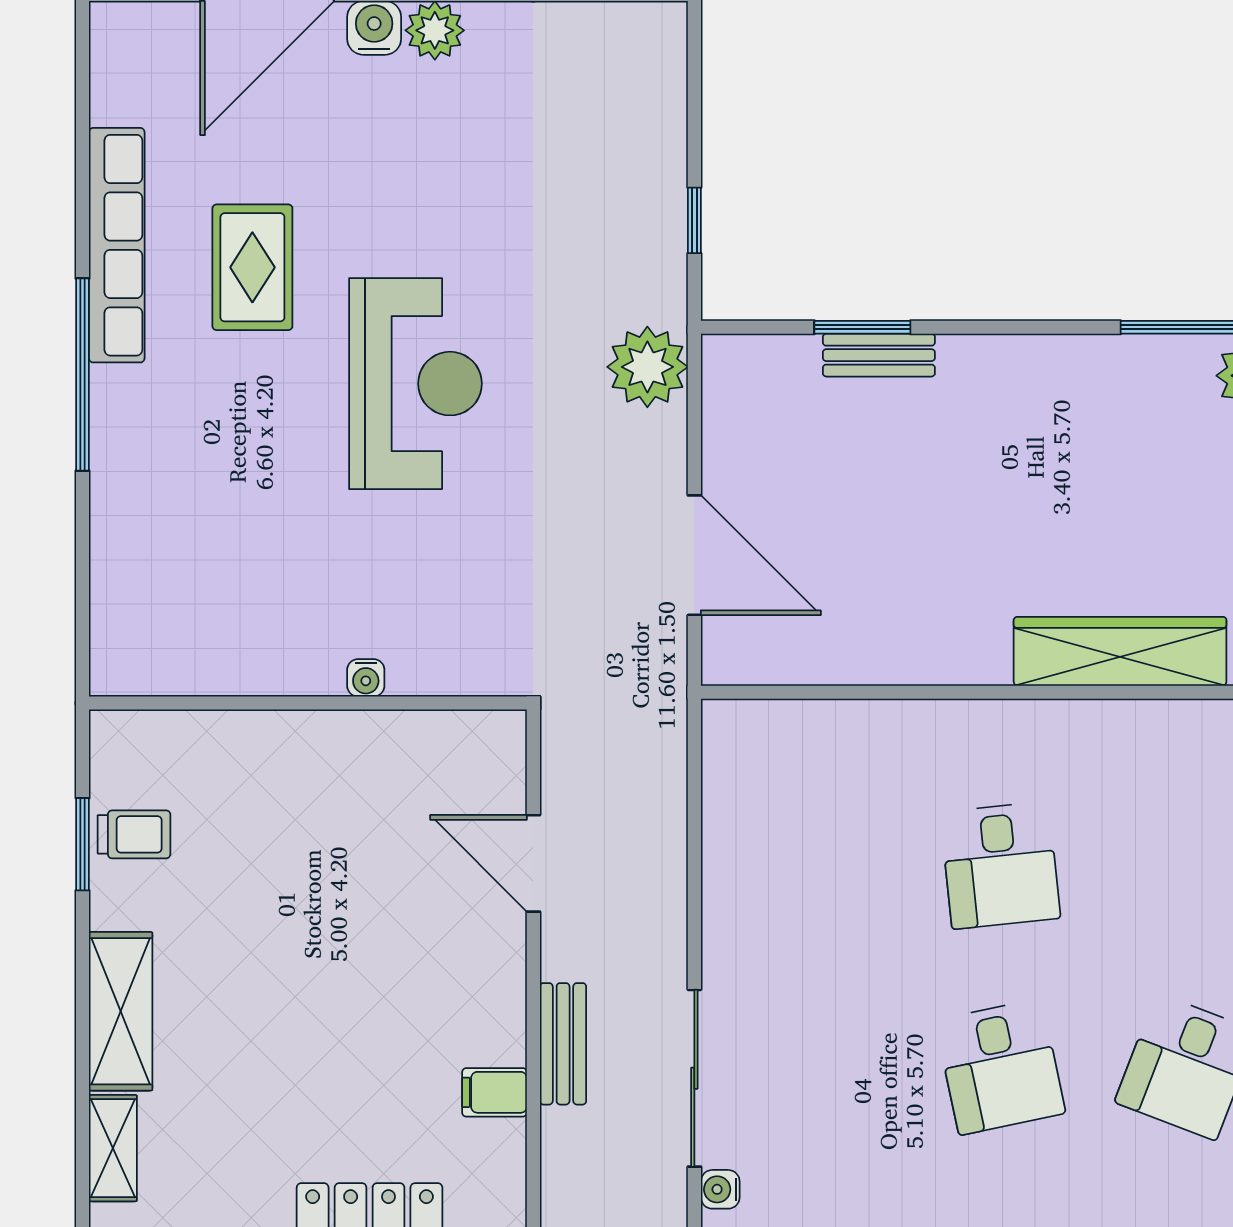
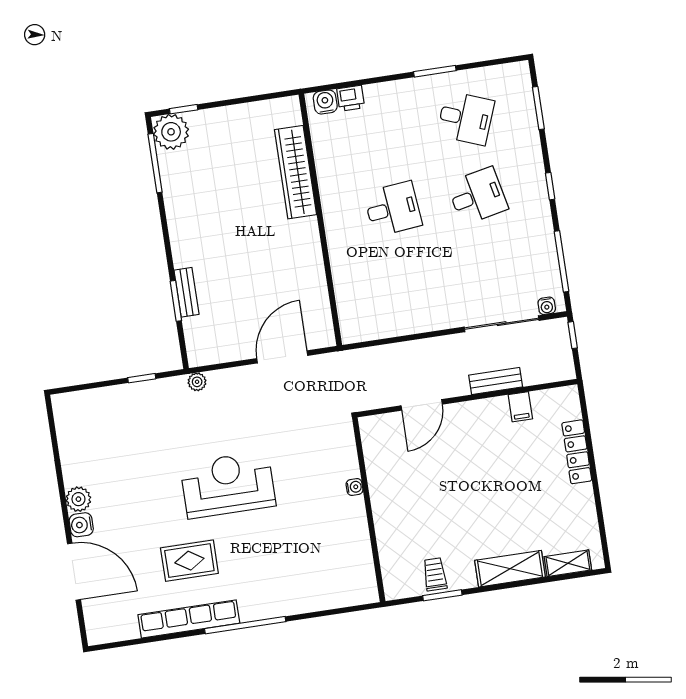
plant: (647, 367) -> (197, 382), width x0.53, depth x0.53

